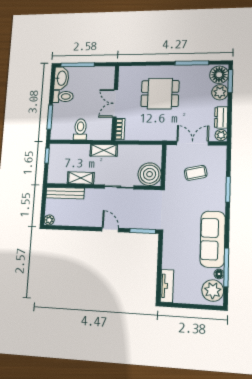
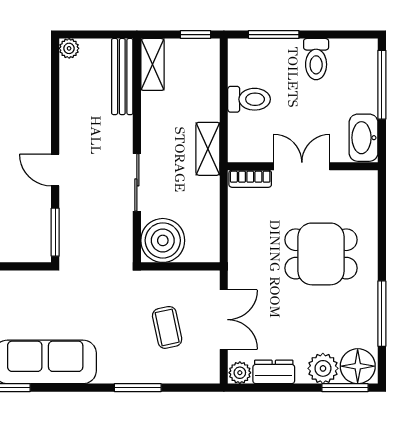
washbasin: (61, 78) -> (364, 138), moved, turned 90
dining table: (160, 94) -> (321, 254), turned 90
shelving: (81, 178) -> (152, 64), moved
door: (110, 230) -> (55, 170), swing flipped

